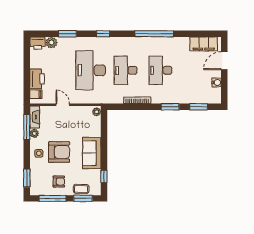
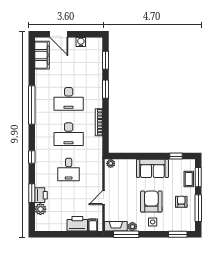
printer: (38, 43) -> (41, 195), moved
desk: (91, 70) -> (69, 170), width x0.53, depth x0.77

